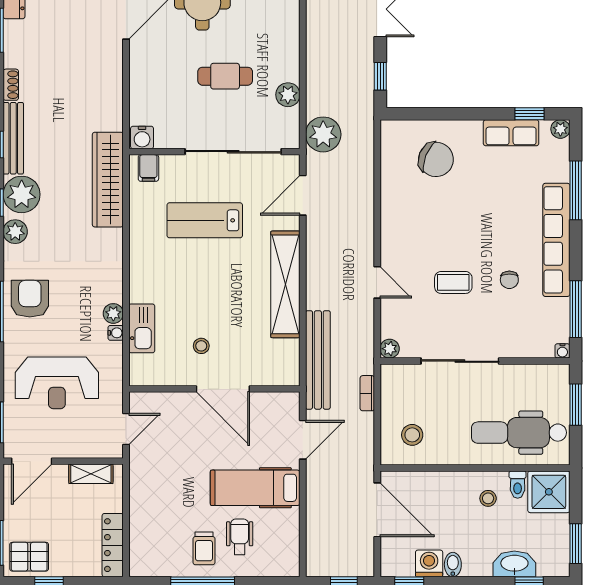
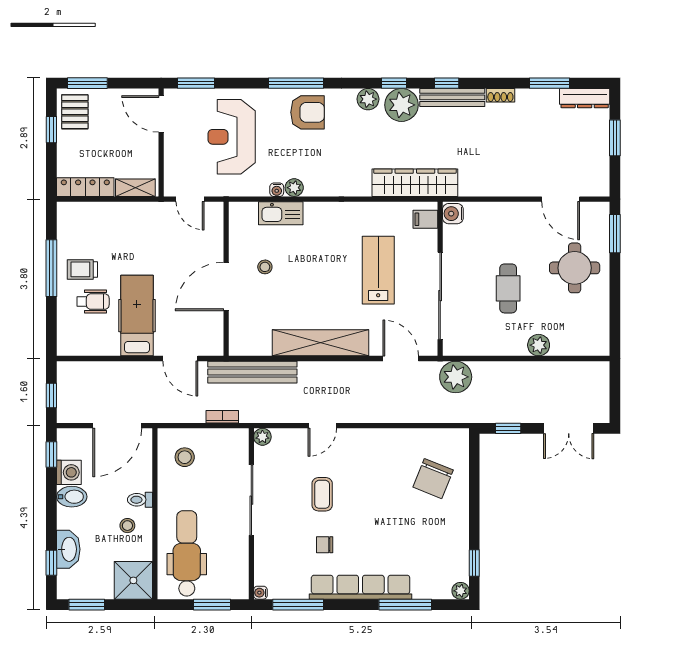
plant: (288, 95) -> (539, 345), moved
row of seats: (511, 133) -> (457, 546), removed
shelving: (91, 474) -> (135, 188), moved, turned 90
toilet: (518, 485) -> (140, 500), moved
bidet: (453, 565) -> (72, 497), width x1.38, depth x1.36

